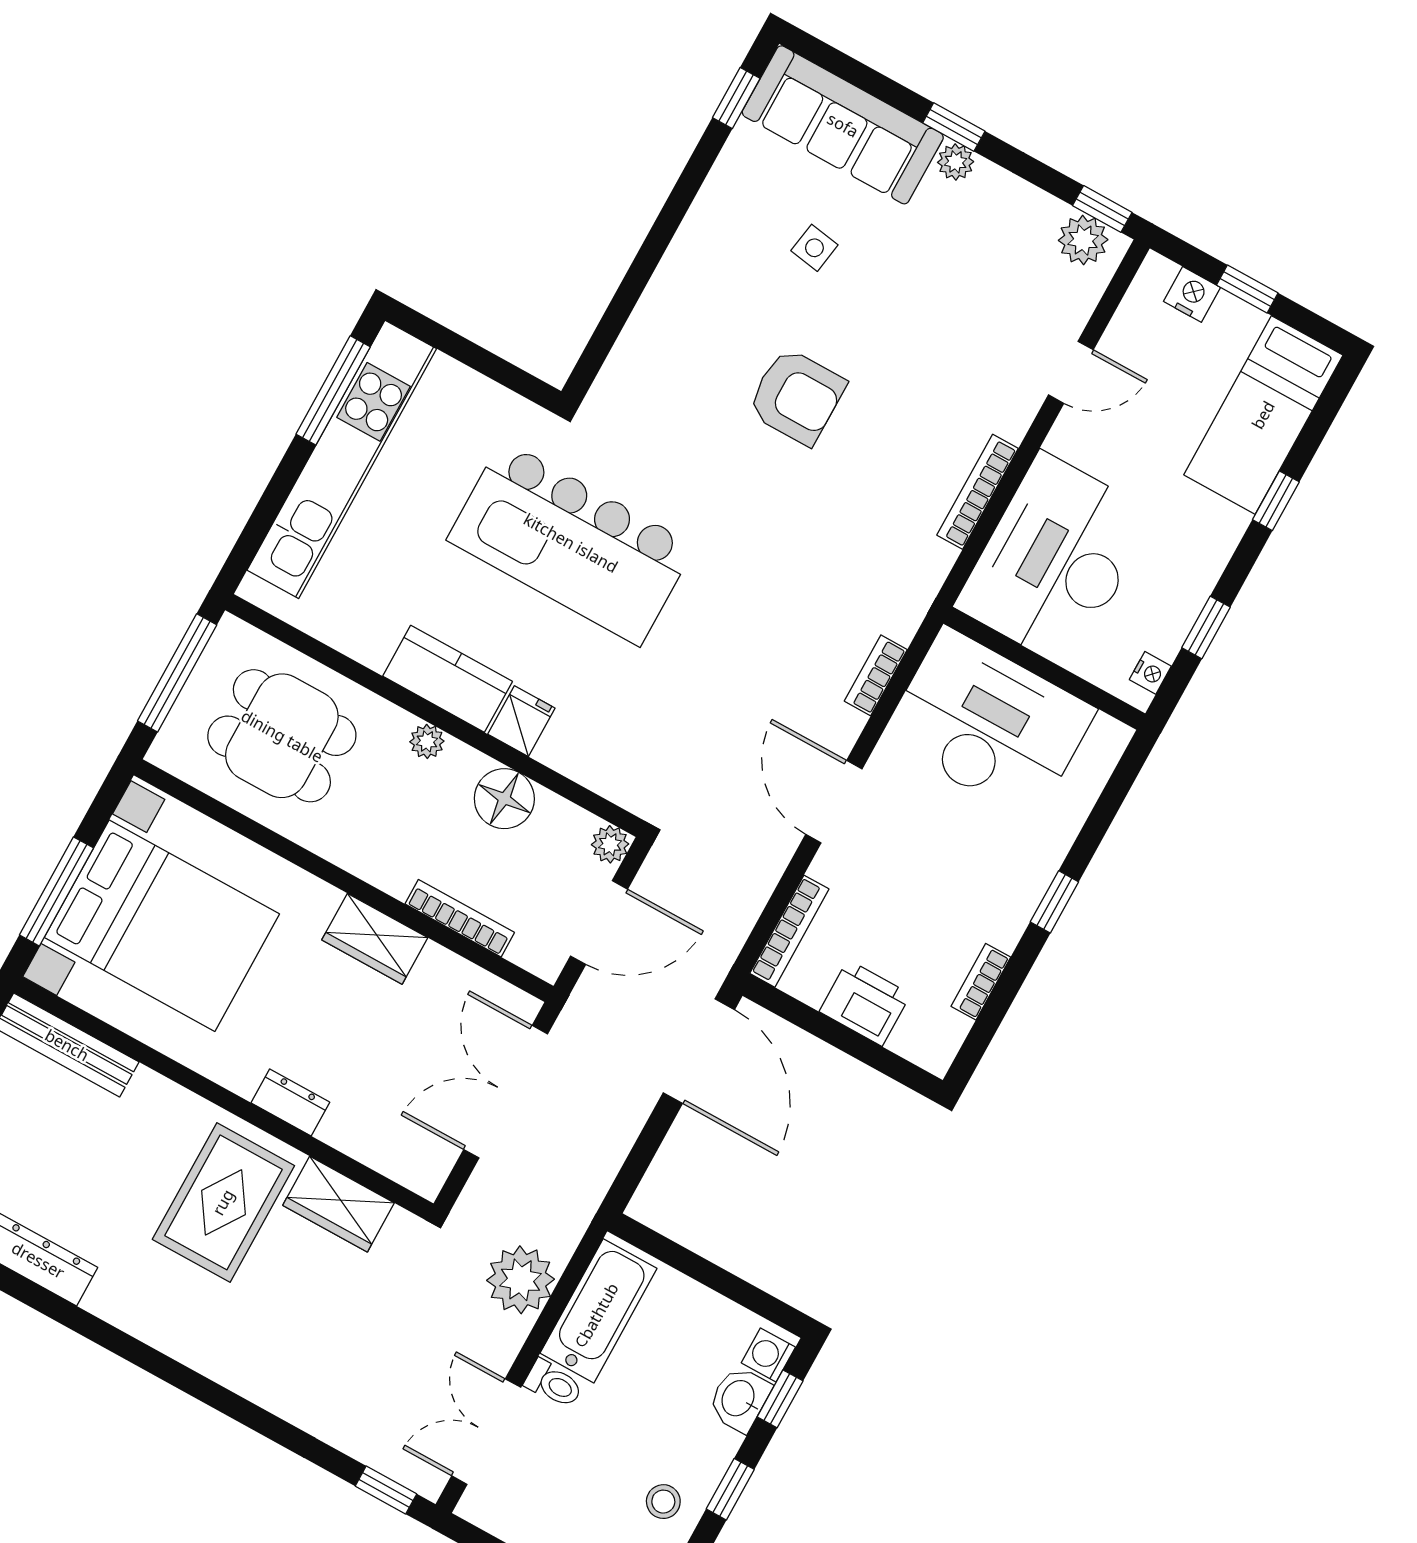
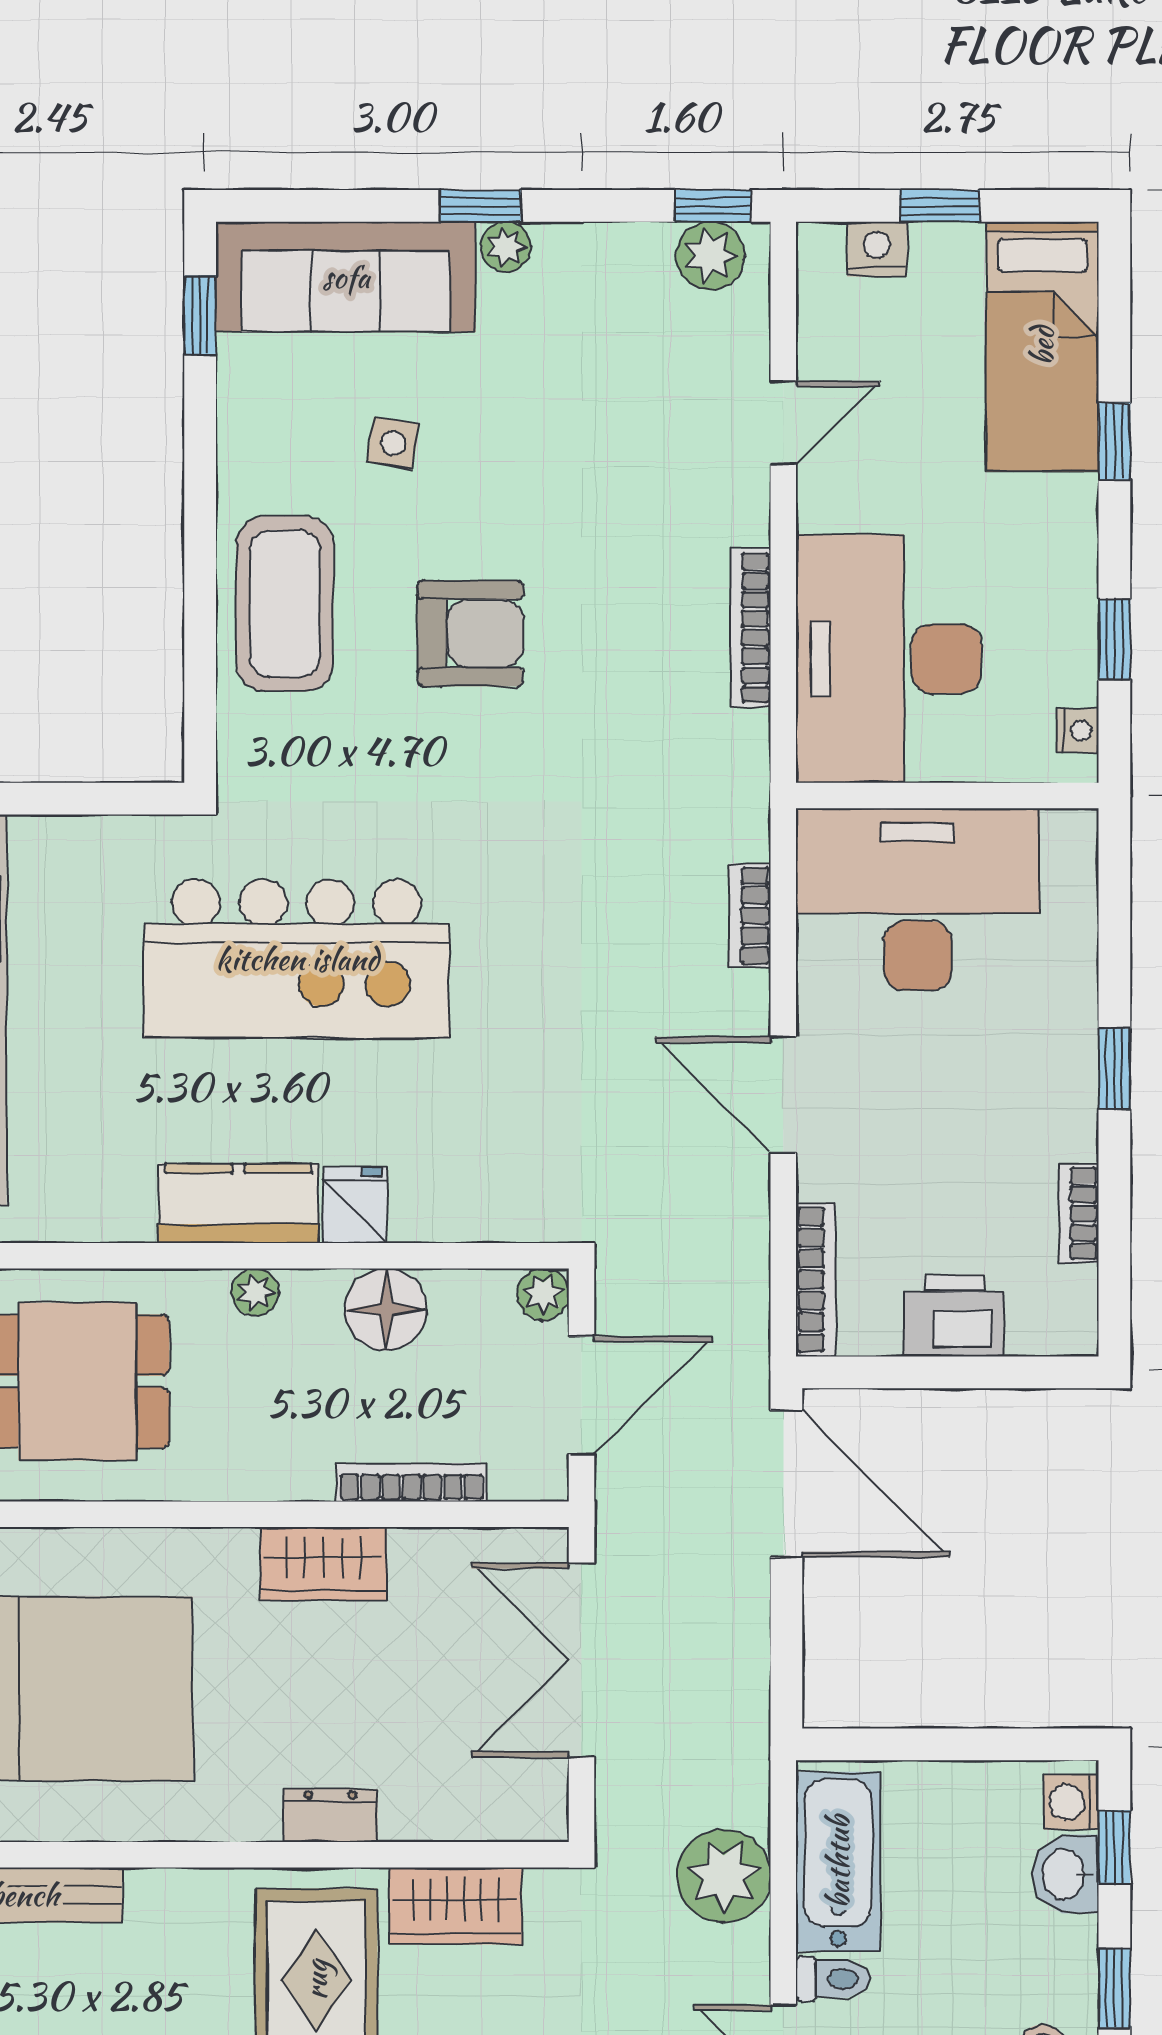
coffee table: (689, 312) -> (285, 604), added

